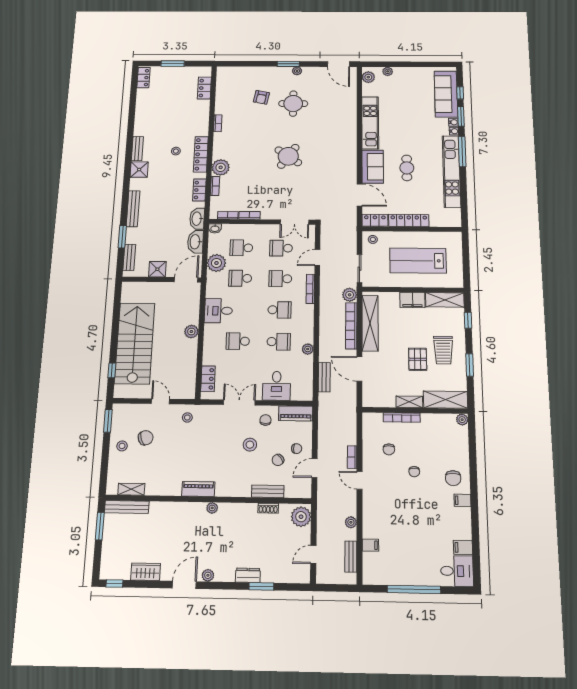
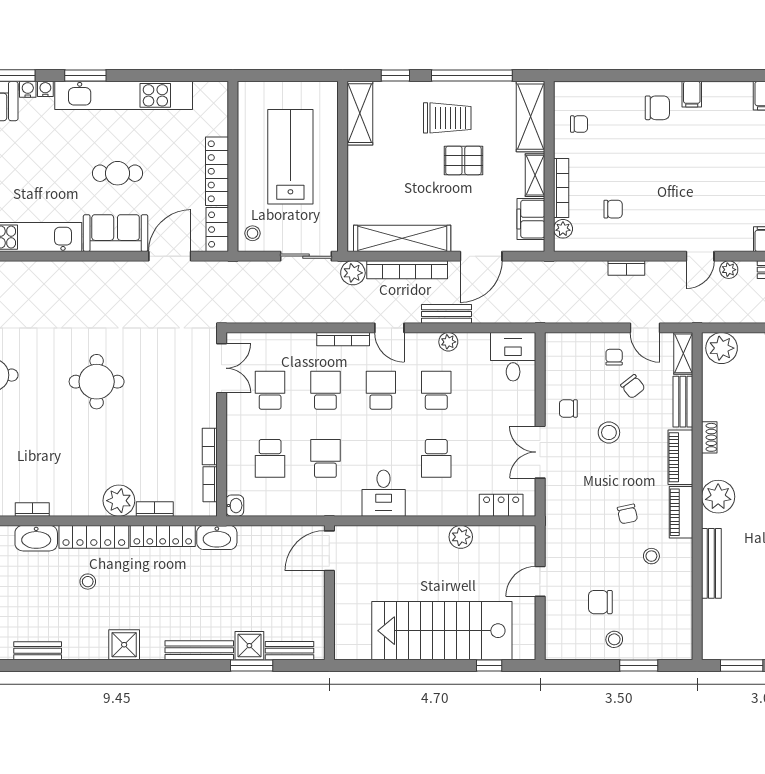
bench: (137, 149) -> (38, 651), moved
window: (462, 152) -> (85, 76), width x0.69
round table: (288, 156) -> (97, 382), turned -35
locker: (199, 190) -> (163, 536), width x1.53
washbasin: (195, 242) -> (36, 538), moved
school desk: (281, 248) -> (270, 390), turned 180
door: (317, 258) -> (389, 328), moved
lab bench: (418, 261) -> (290, 157), turned 180
plant: (216, 263) -> (298, 500), removed
shower: (157, 269) -> (249, 646), moved
school desk: (240, 278) -> (325, 458), turned 180
school desk: (280, 279) -> (325, 390), turned 180
door: (186, 280) -> (329, 551), hinge flipped
filing cabinet: (412, 300) -> (531, 219), moved, turned 180
plant: (191, 332) -> (461, 537), moved
window: (470, 365) -> (472, 76), width x2.11
bench: (324, 377) -> (446, 314), moved
desk: (276, 386) -> (513, 357), moved, turned -90
piano: (296, 413) -> (680, 457), moved, turned 180
stool: (187, 417) -> (651, 556), moved
plant: (462, 420) -> (563, 229), moved
window: (108, 421) -> (639, 665), moved
chair: (146, 438) -> (600, 602), turned -70
chair: (199, 455) -> (627, 514), added
chair: (414, 472) -> (579, 124), moved
door: (359, 480) -> (700, 256), moved
shelving: (131, 489) -> (683, 353), moved
bench: (127, 507) -> (711, 563), moved
plant: (212, 508) -> (718, 497), width x1.87, depth x1.87
shoe rack: (268, 508) -> (709, 437), moved

